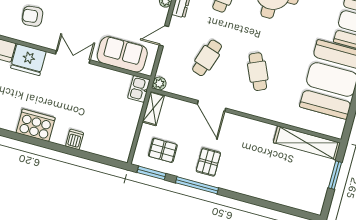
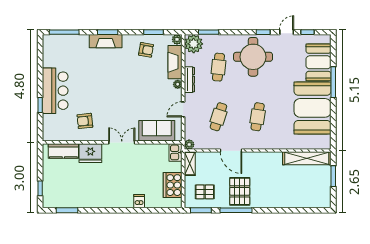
cafe table: (258, 72) -> (258, 117), turned 33
cooker: (36, 125) -> (173, 185), moved, turned -90
pallet: (208, 162) -> (240, 191), width x1.50, depth x1.42

